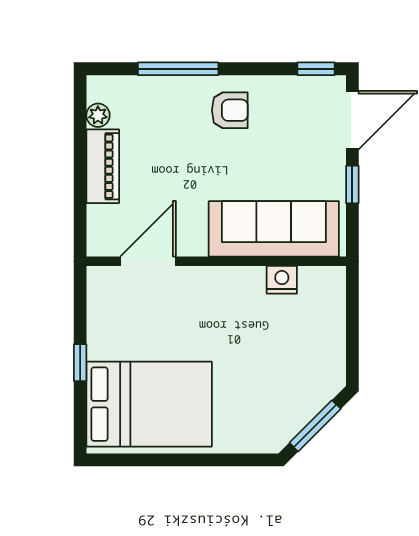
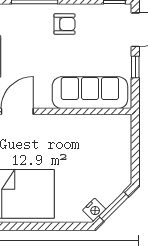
nightstand: (282, 280) -> (94, 210), moved, turned 135

